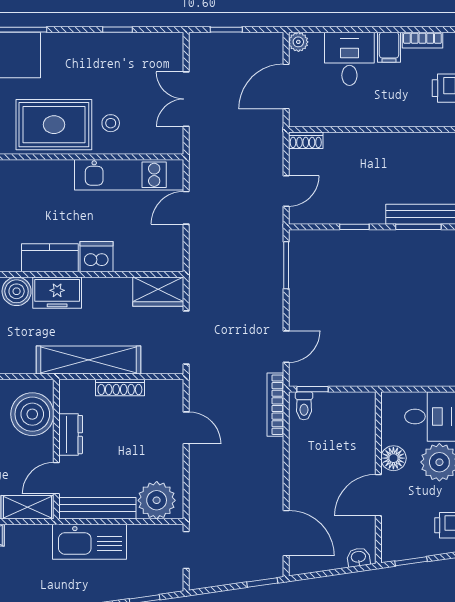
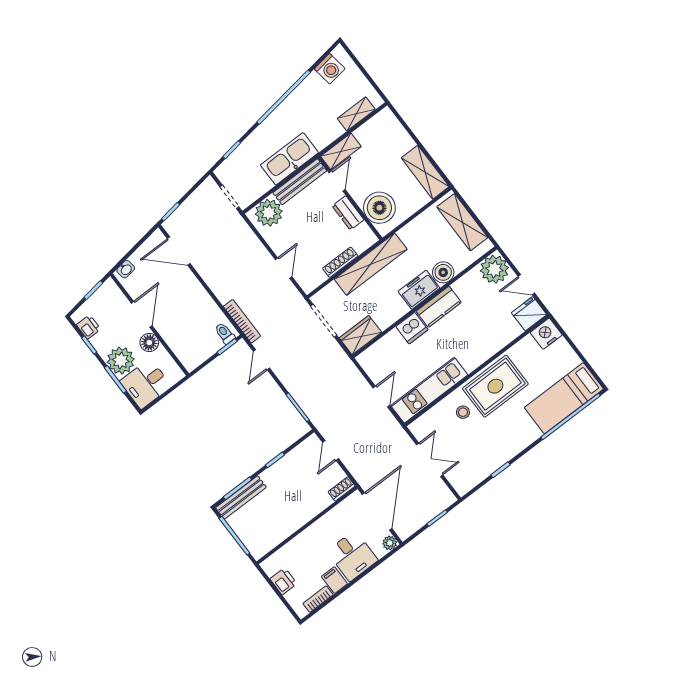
door: (286, 86) -> (377, 511), width x1.36
door: (186, 428) -> (284, 268), swing flipped

